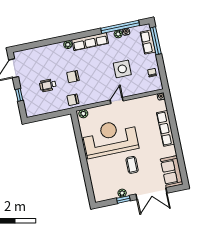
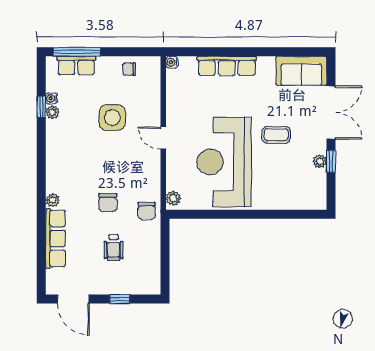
window: (120, 27) -> (41, 107), width x0.32
row of seats: (90, 42) -> (55, 238), moved

